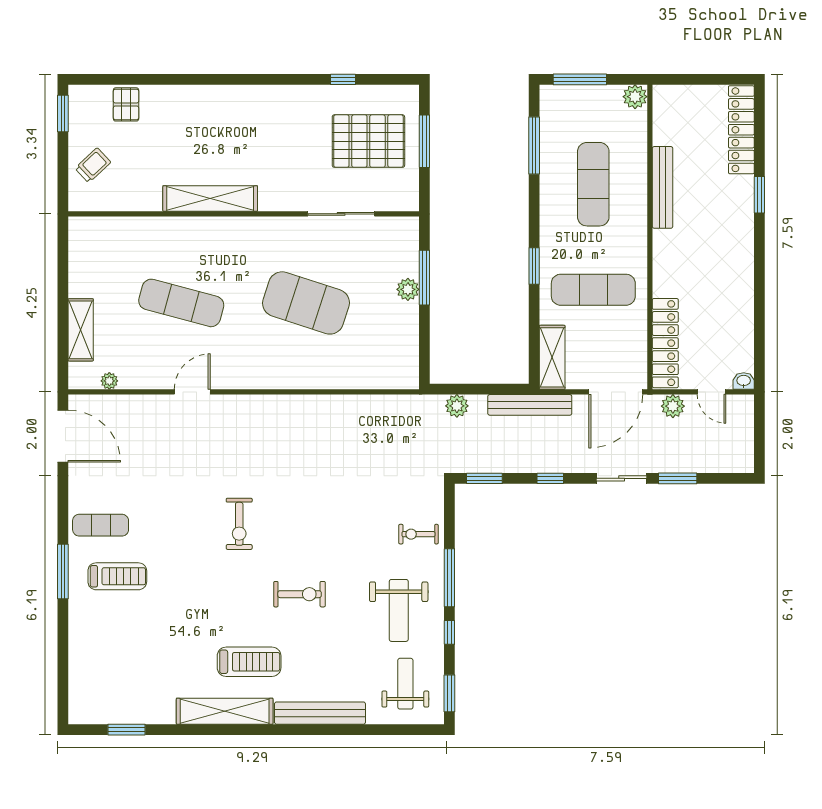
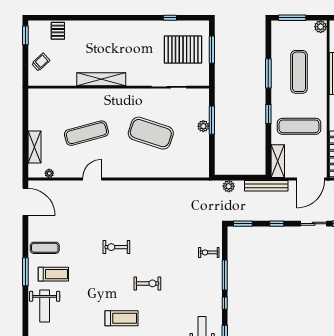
window: (534, 145) -> (268, 73), moved
exercise mat: (181, 303) -> (86, 133), turned -30
exercise bike: (239, 524) -> (116, 247), turned 90
weight bench: (399, 610) -> (45, 306), moved

